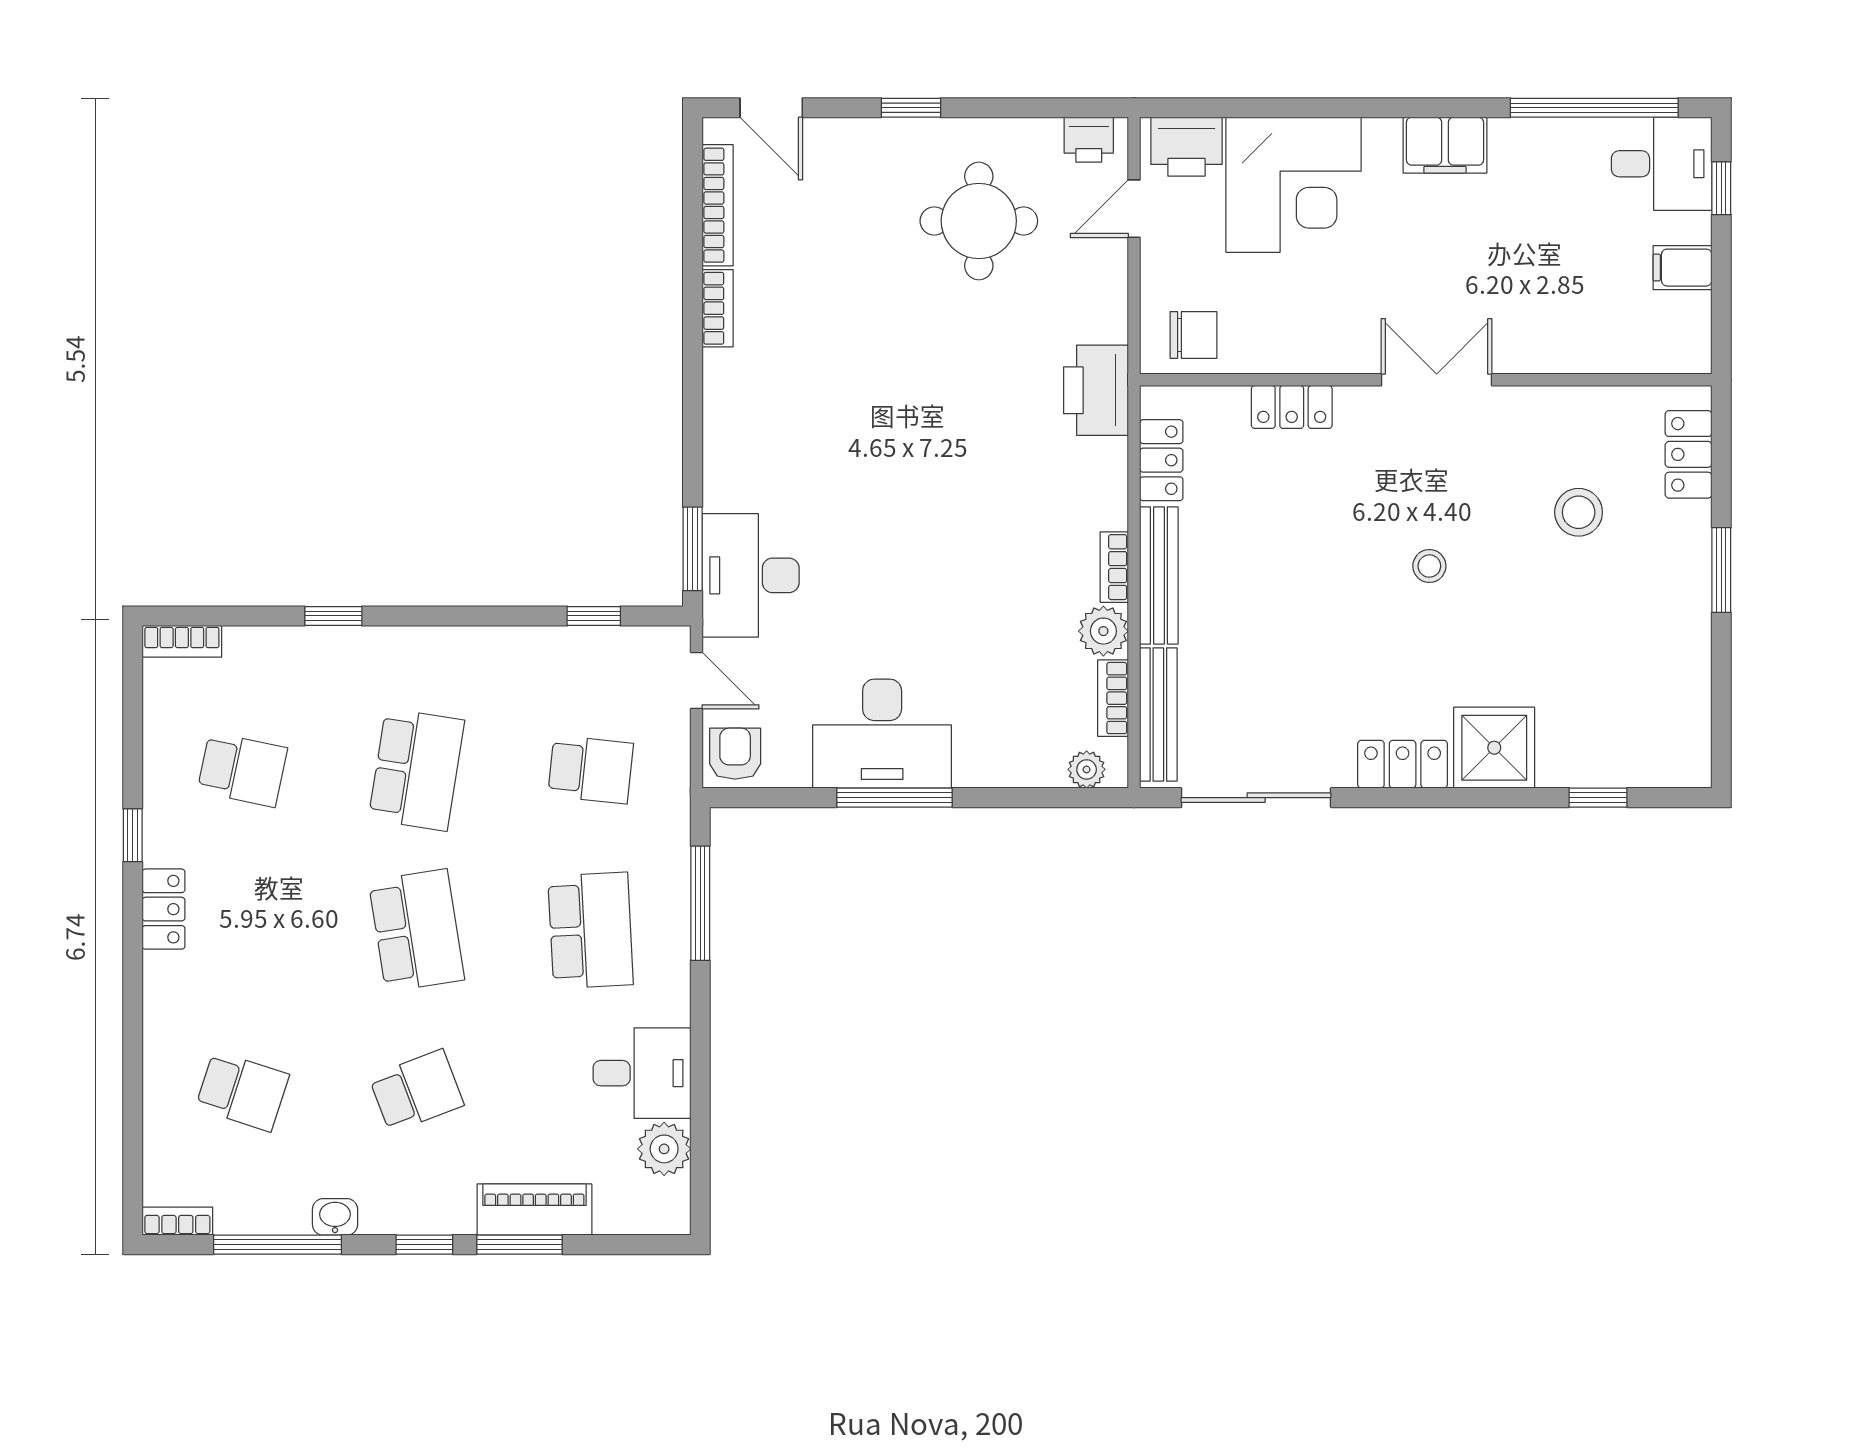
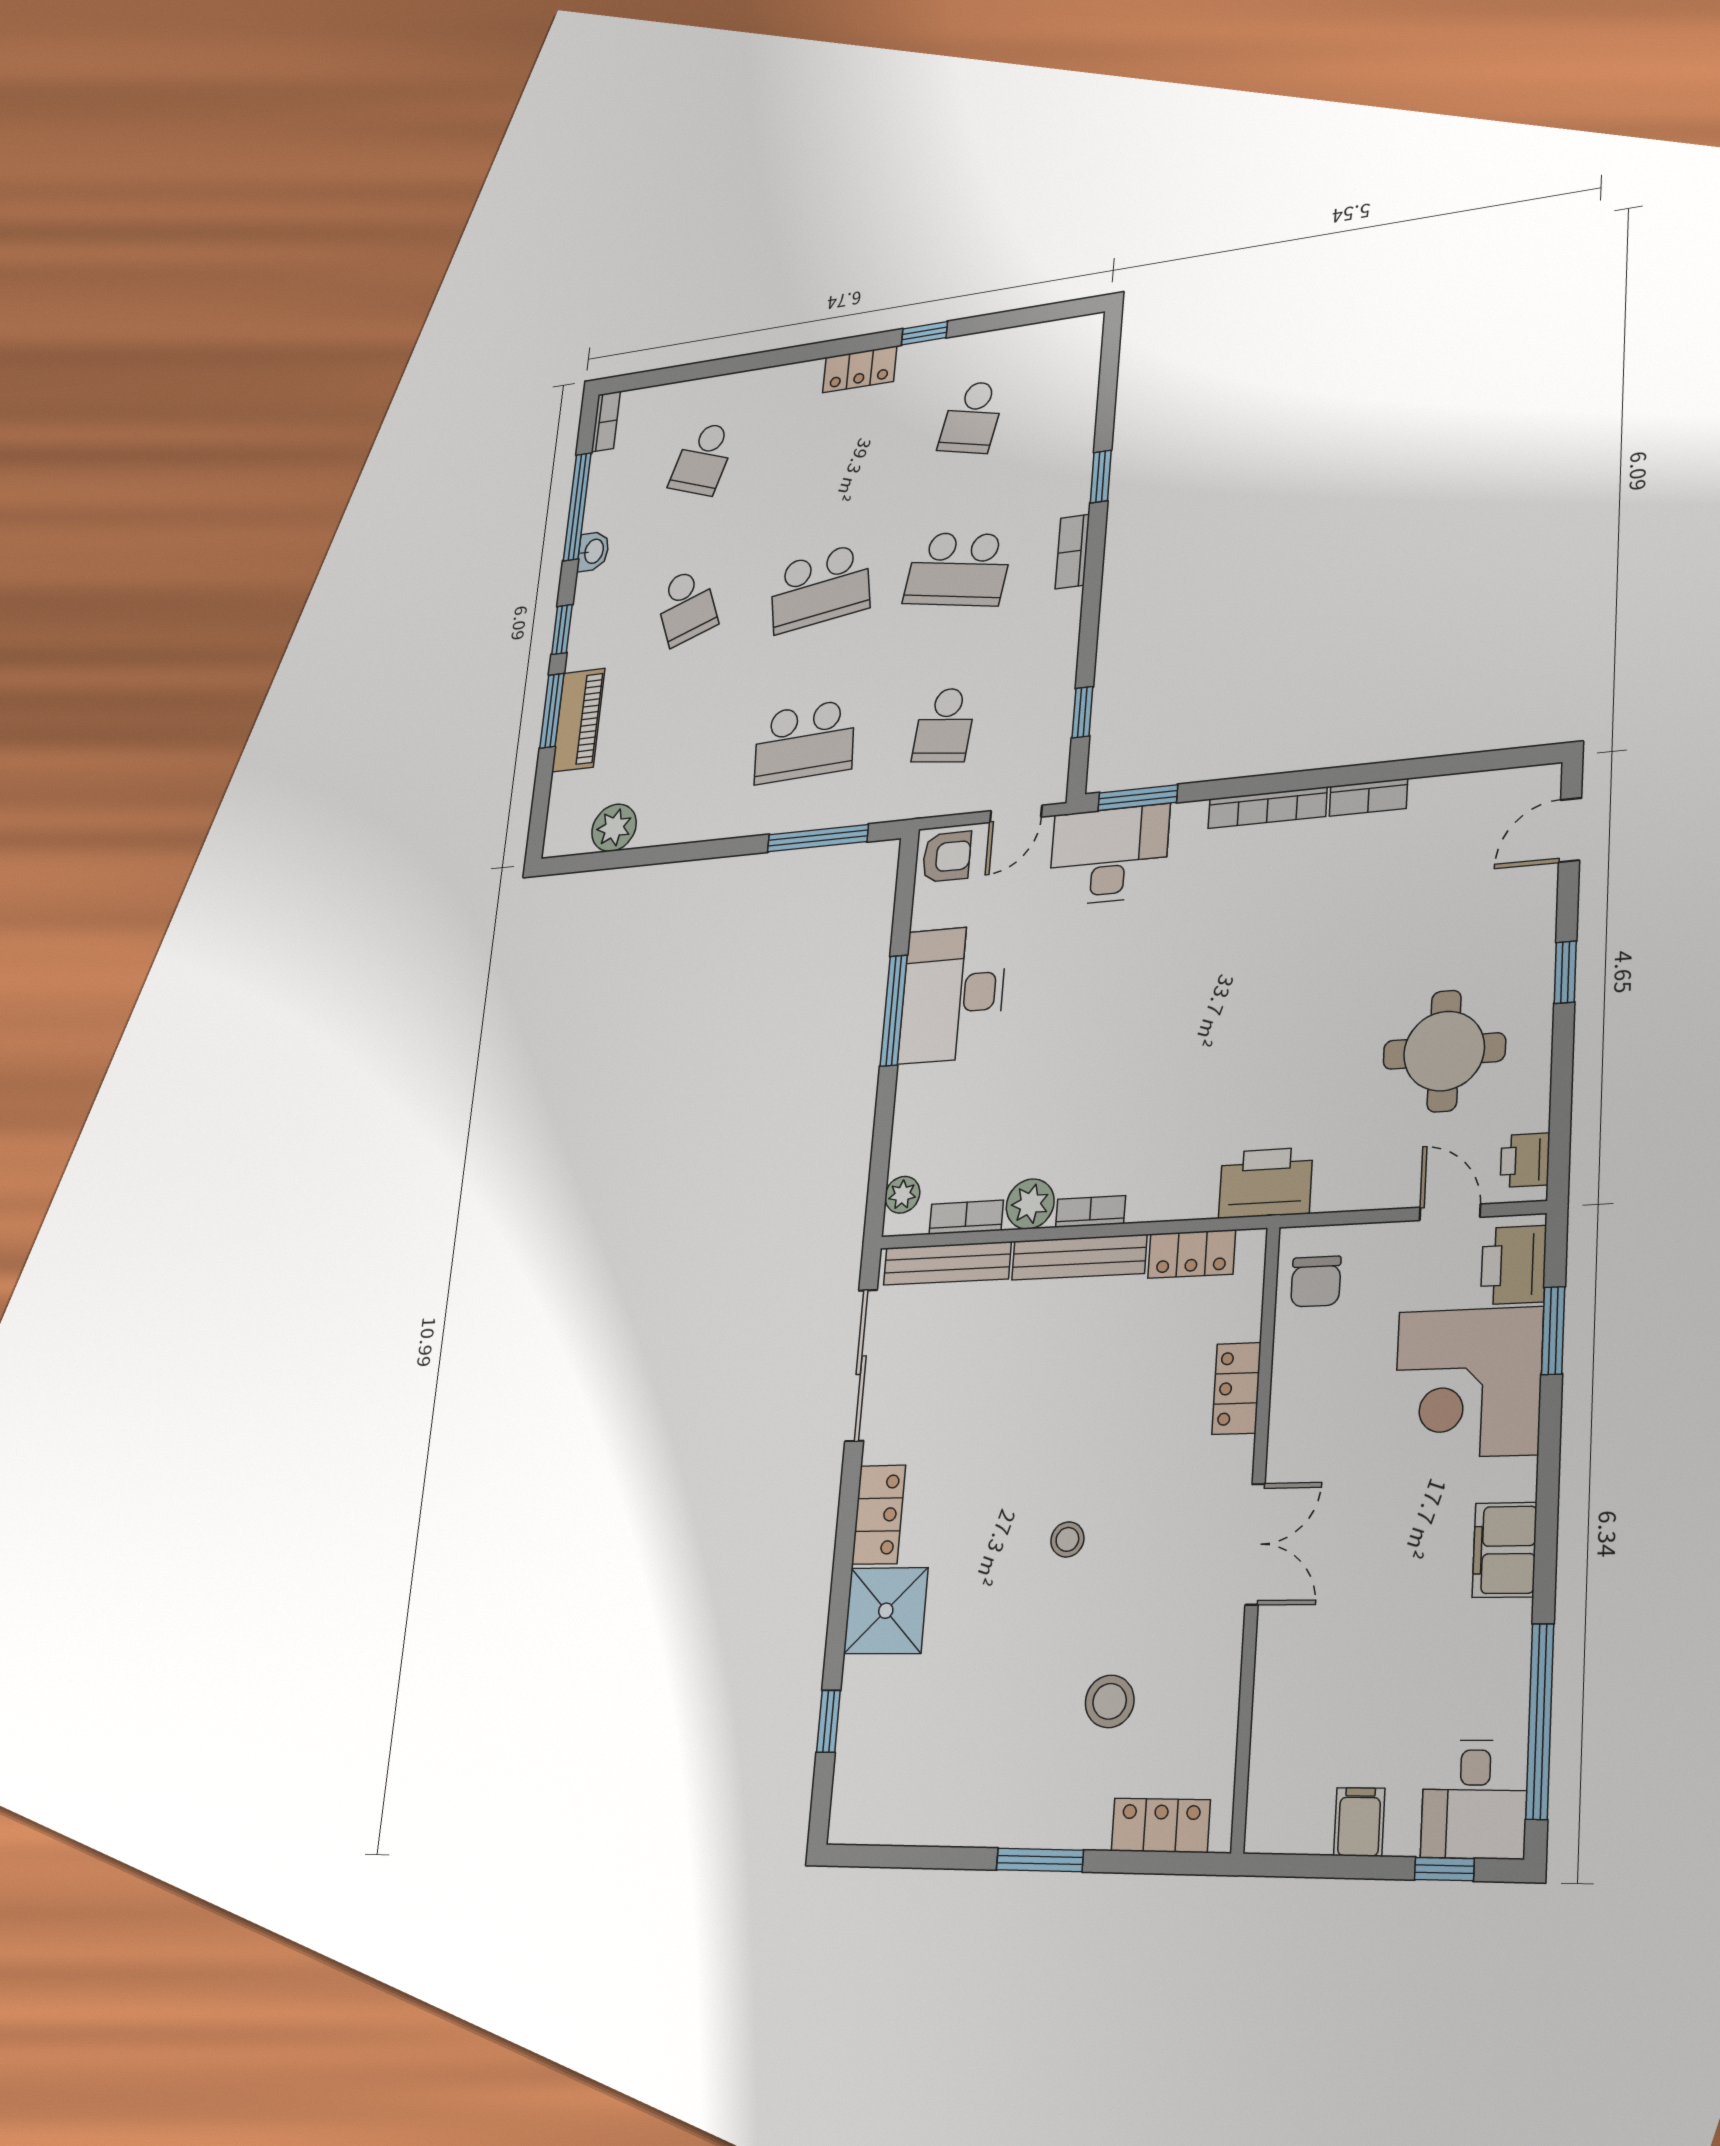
window: (1249, 108) -> (1553, 1331), added
bookcase: (718, 205) -> (1267, 808), moved
bookcase: (182, 641) -> (1072, 552), moved
desk: (642, 1073) -> (679, 801), removed

